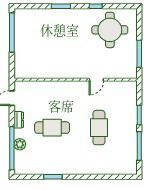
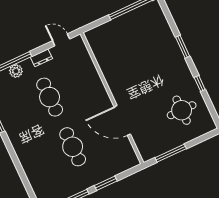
round table: (110, 30) -> (182, 110), width x0.73, depth x0.73
door: (96, 80) -> (122, 120), width x1.88
cafe table: (99, 128) -> (73, 147), turned 90

